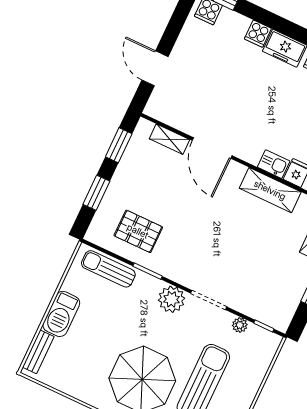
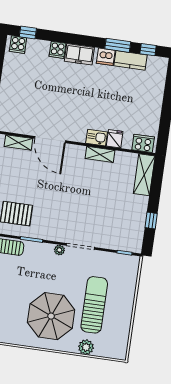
shelving: (270, 190) -> (100, 154), width x0.67, depth x0.75
plant: (172, 299) -> (59, 250), width x0.53, depth x0.53
plant: (240, 325) -> (107, 257), removed

